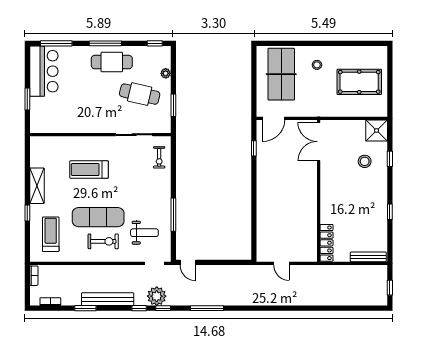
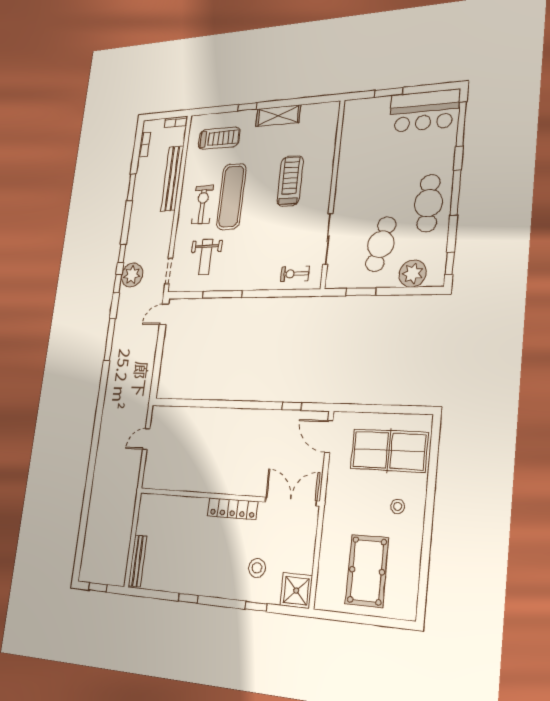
plant: (166, 73) -> (413, 274), width x1.87, depth x1.87
exercise bike: (103, 241) -> (202, 205), turned 180
locker: (327, 243) -> (233, 509), moved
bench: (108, 299) -> (172, 178), moved

